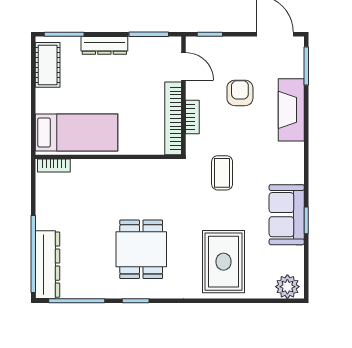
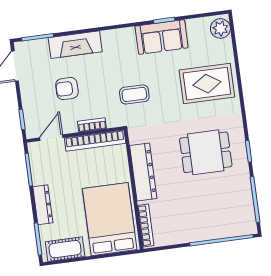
bed: (77, 132) -> (110, 219), width x1.50
bookcase: (54, 166) -> (146, 225), width x1.56
dresser: (48, 265) -> (143, 172), moved, turned 90

